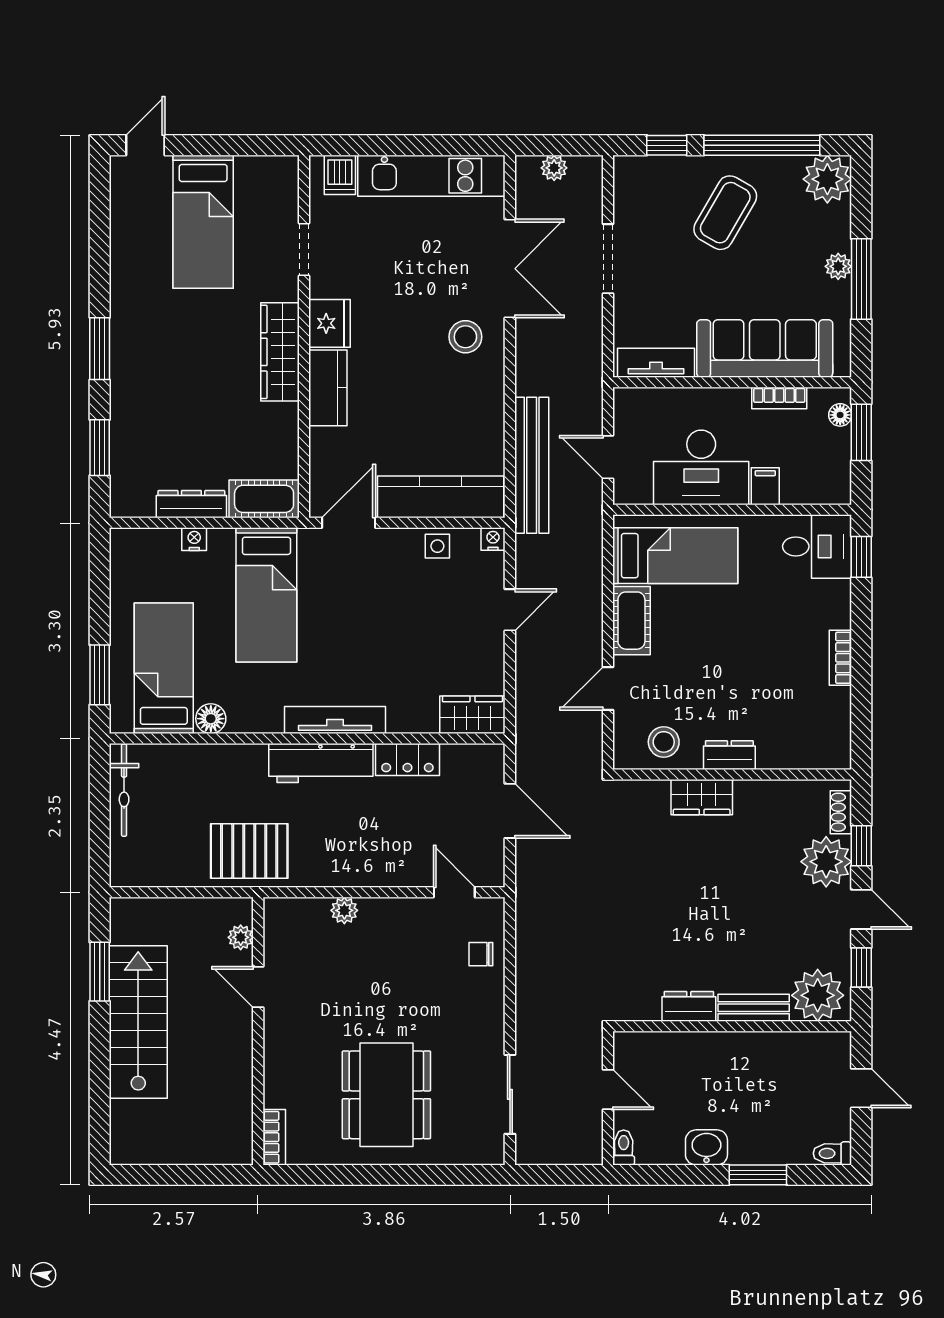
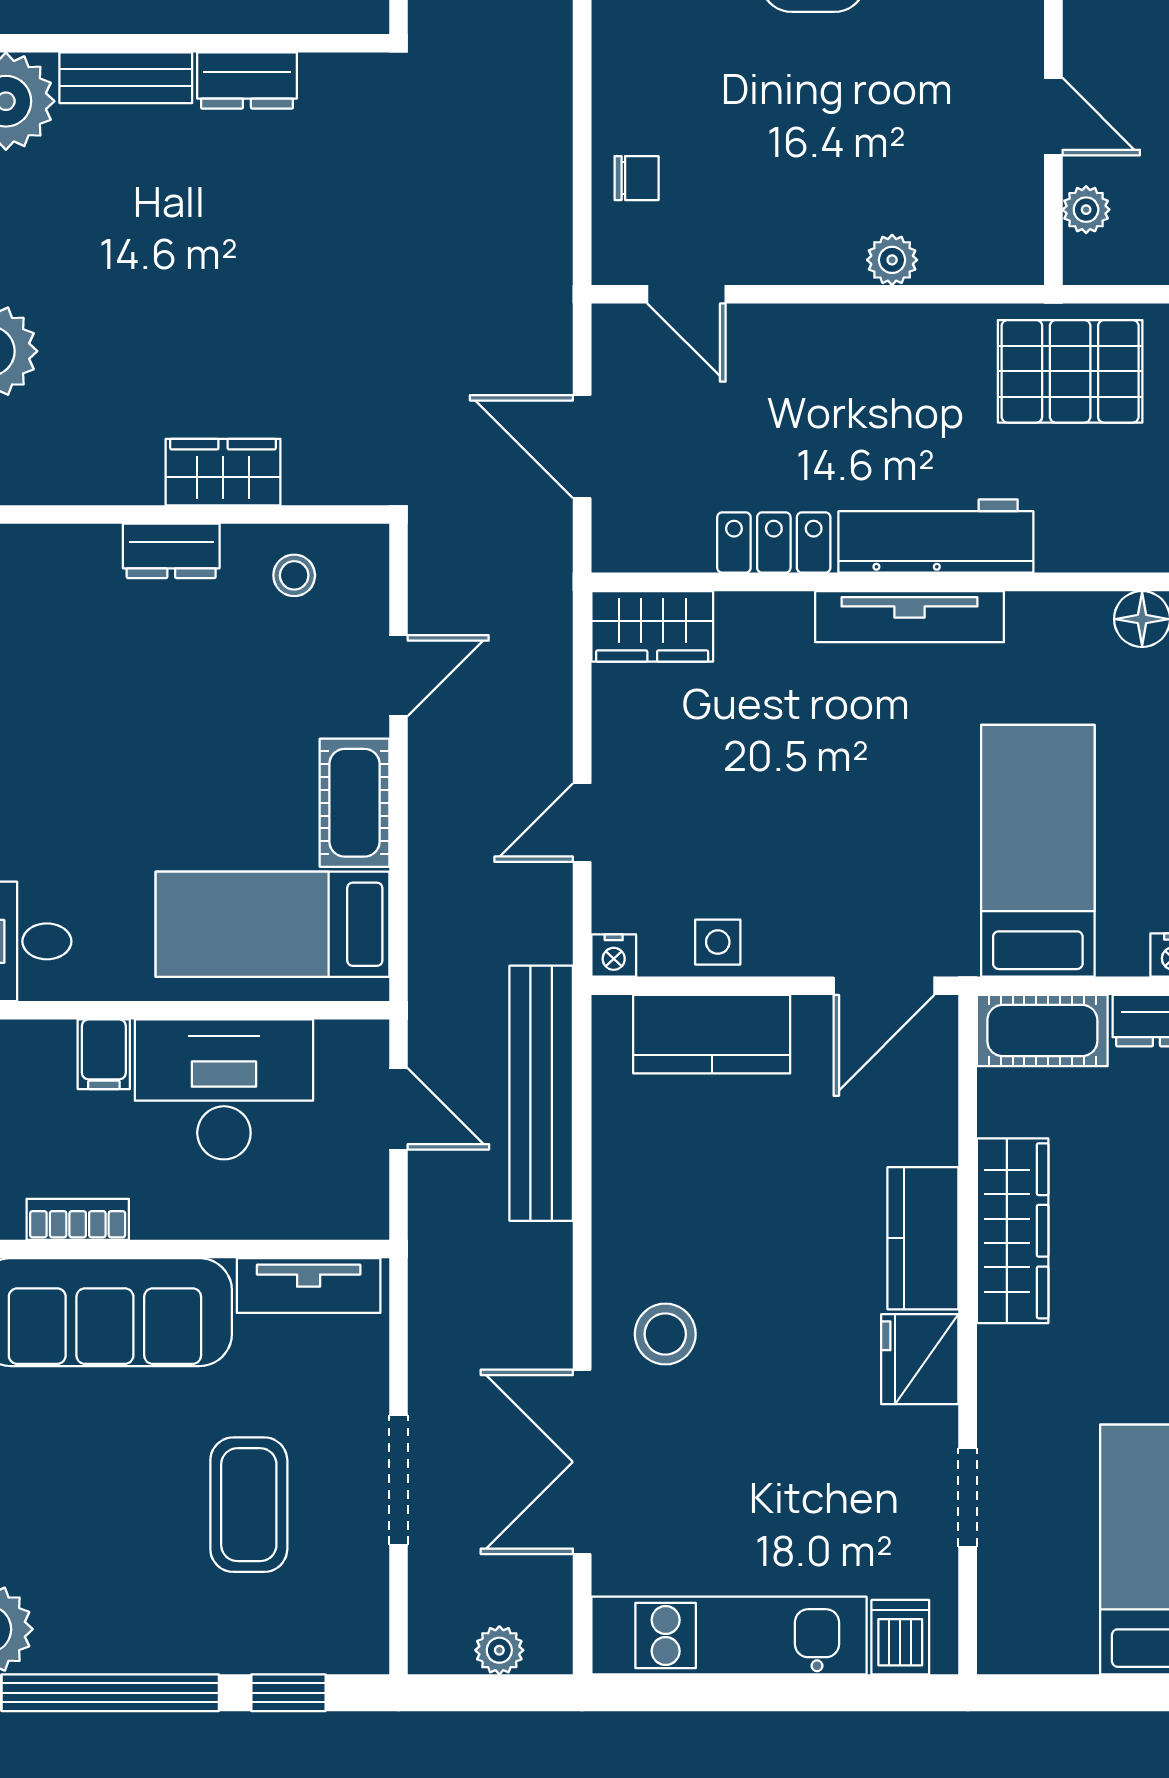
coffee table: (725, 213) -> (249, 1505), moved, turned -30
wardrobe: (280, 352) -> (1013, 1231), moved
kitchen counter: (441, 497) -> (712, 1034), width x0.67
stool: (664, 742) -> (294, 575), width x0.73, depth x0.73

